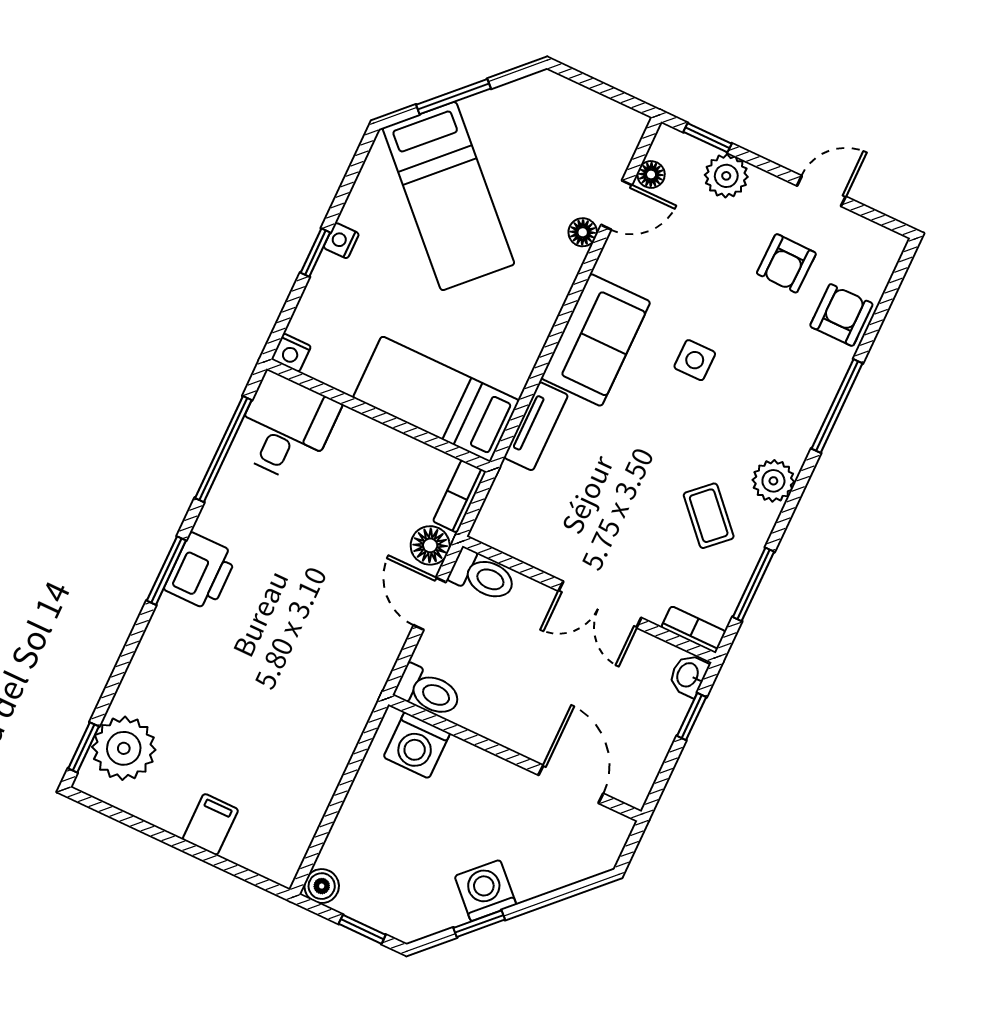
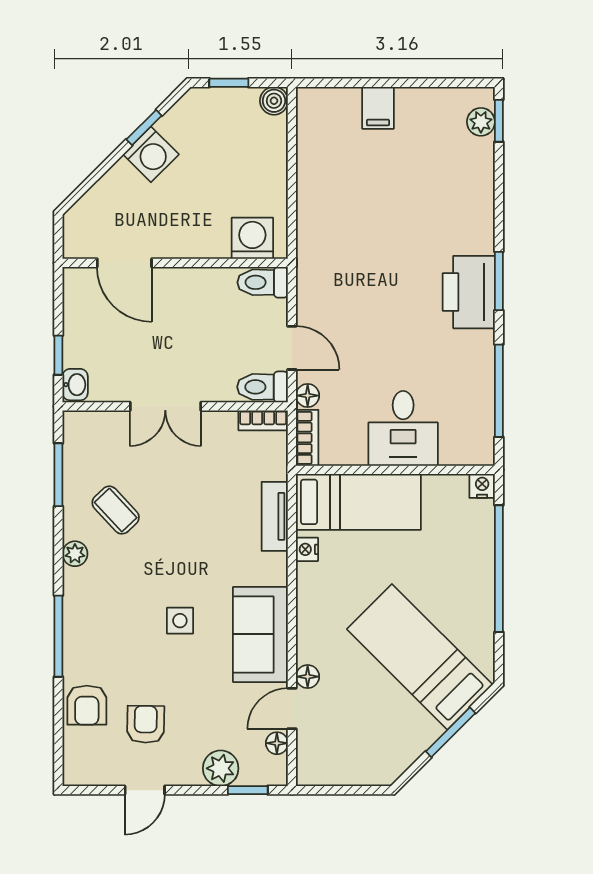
nightstand: (341, 241) -> (307, 549), moved, turned 180
window: (315, 253) -> (499, 569), width x3.17
sofa: (596, 340) -> (260, 634), moved
desk: (286, 428) -> (403, 428), moved
plant: (773, 481) -> (75, 554), width x0.73, depth x0.73
floor lamp: (430, 545) -> (308, 396), width x0.73, depth x0.73
printer: (201, 572) -> (469, 292), width x1.37, depth x1.19
double door: (600, 604) -> (165, 406), swing flipped
bookcase: (694, 629) -> (263, 420), moved
plant: (124, 748) -> (481, 122), width x0.53, depth x0.53

